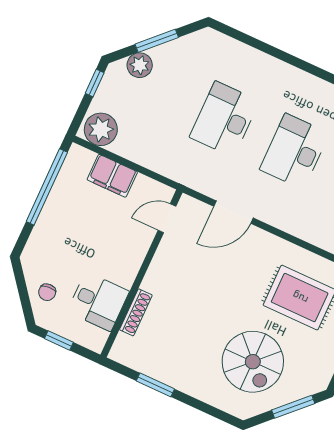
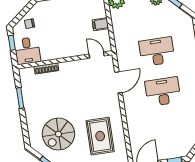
filing cabinet: (112, 176) -> (100, 24), width x0.50
door: (233, 212) -> (119, 82), swing flipped
desk: (98, 301) -> (27, 51), moved

